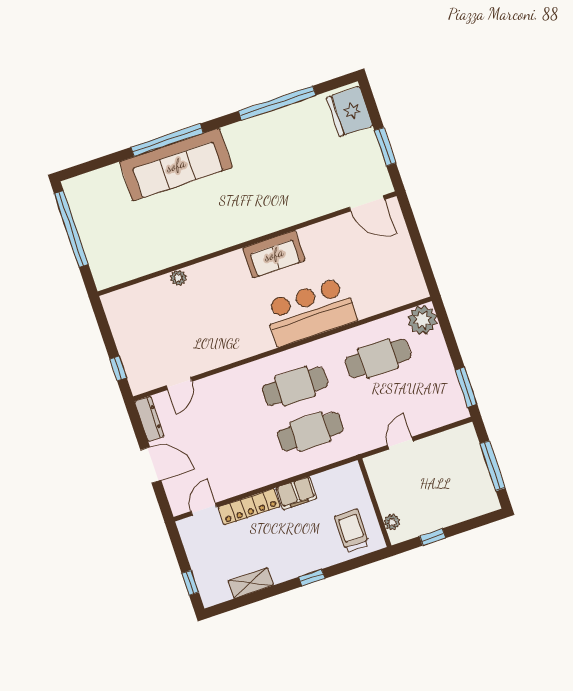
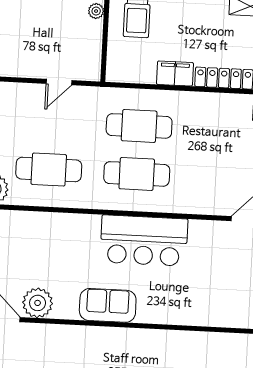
plant: (178, 278) -> (38, 303), moved, width x1.87, depth x1.87
bar counter: (310, 312) -> (144, 241), moved

